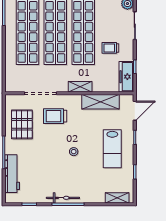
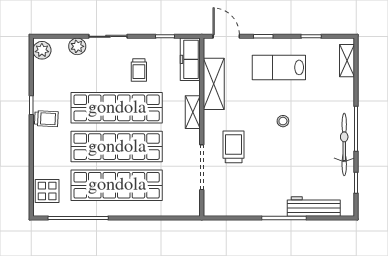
freezer: (126, 77) -> (190, 59), moved, turned 90
trolley: (55, 116) -> (234, 147), turned 180
pallet: (22, 124) -> (245, 193), removed
lab bench: (112, 149) -> (279, 67), turned 180
bicycle: (63, 198) -> (344, 144), width x1.37, depth x1.40

